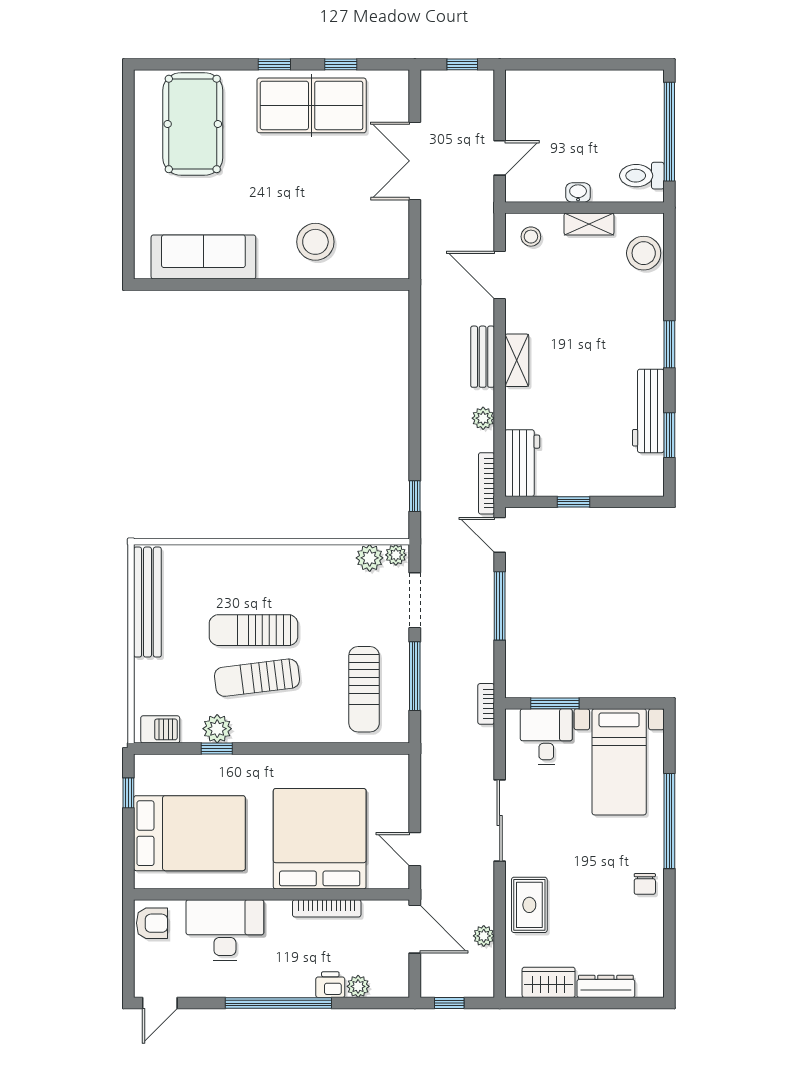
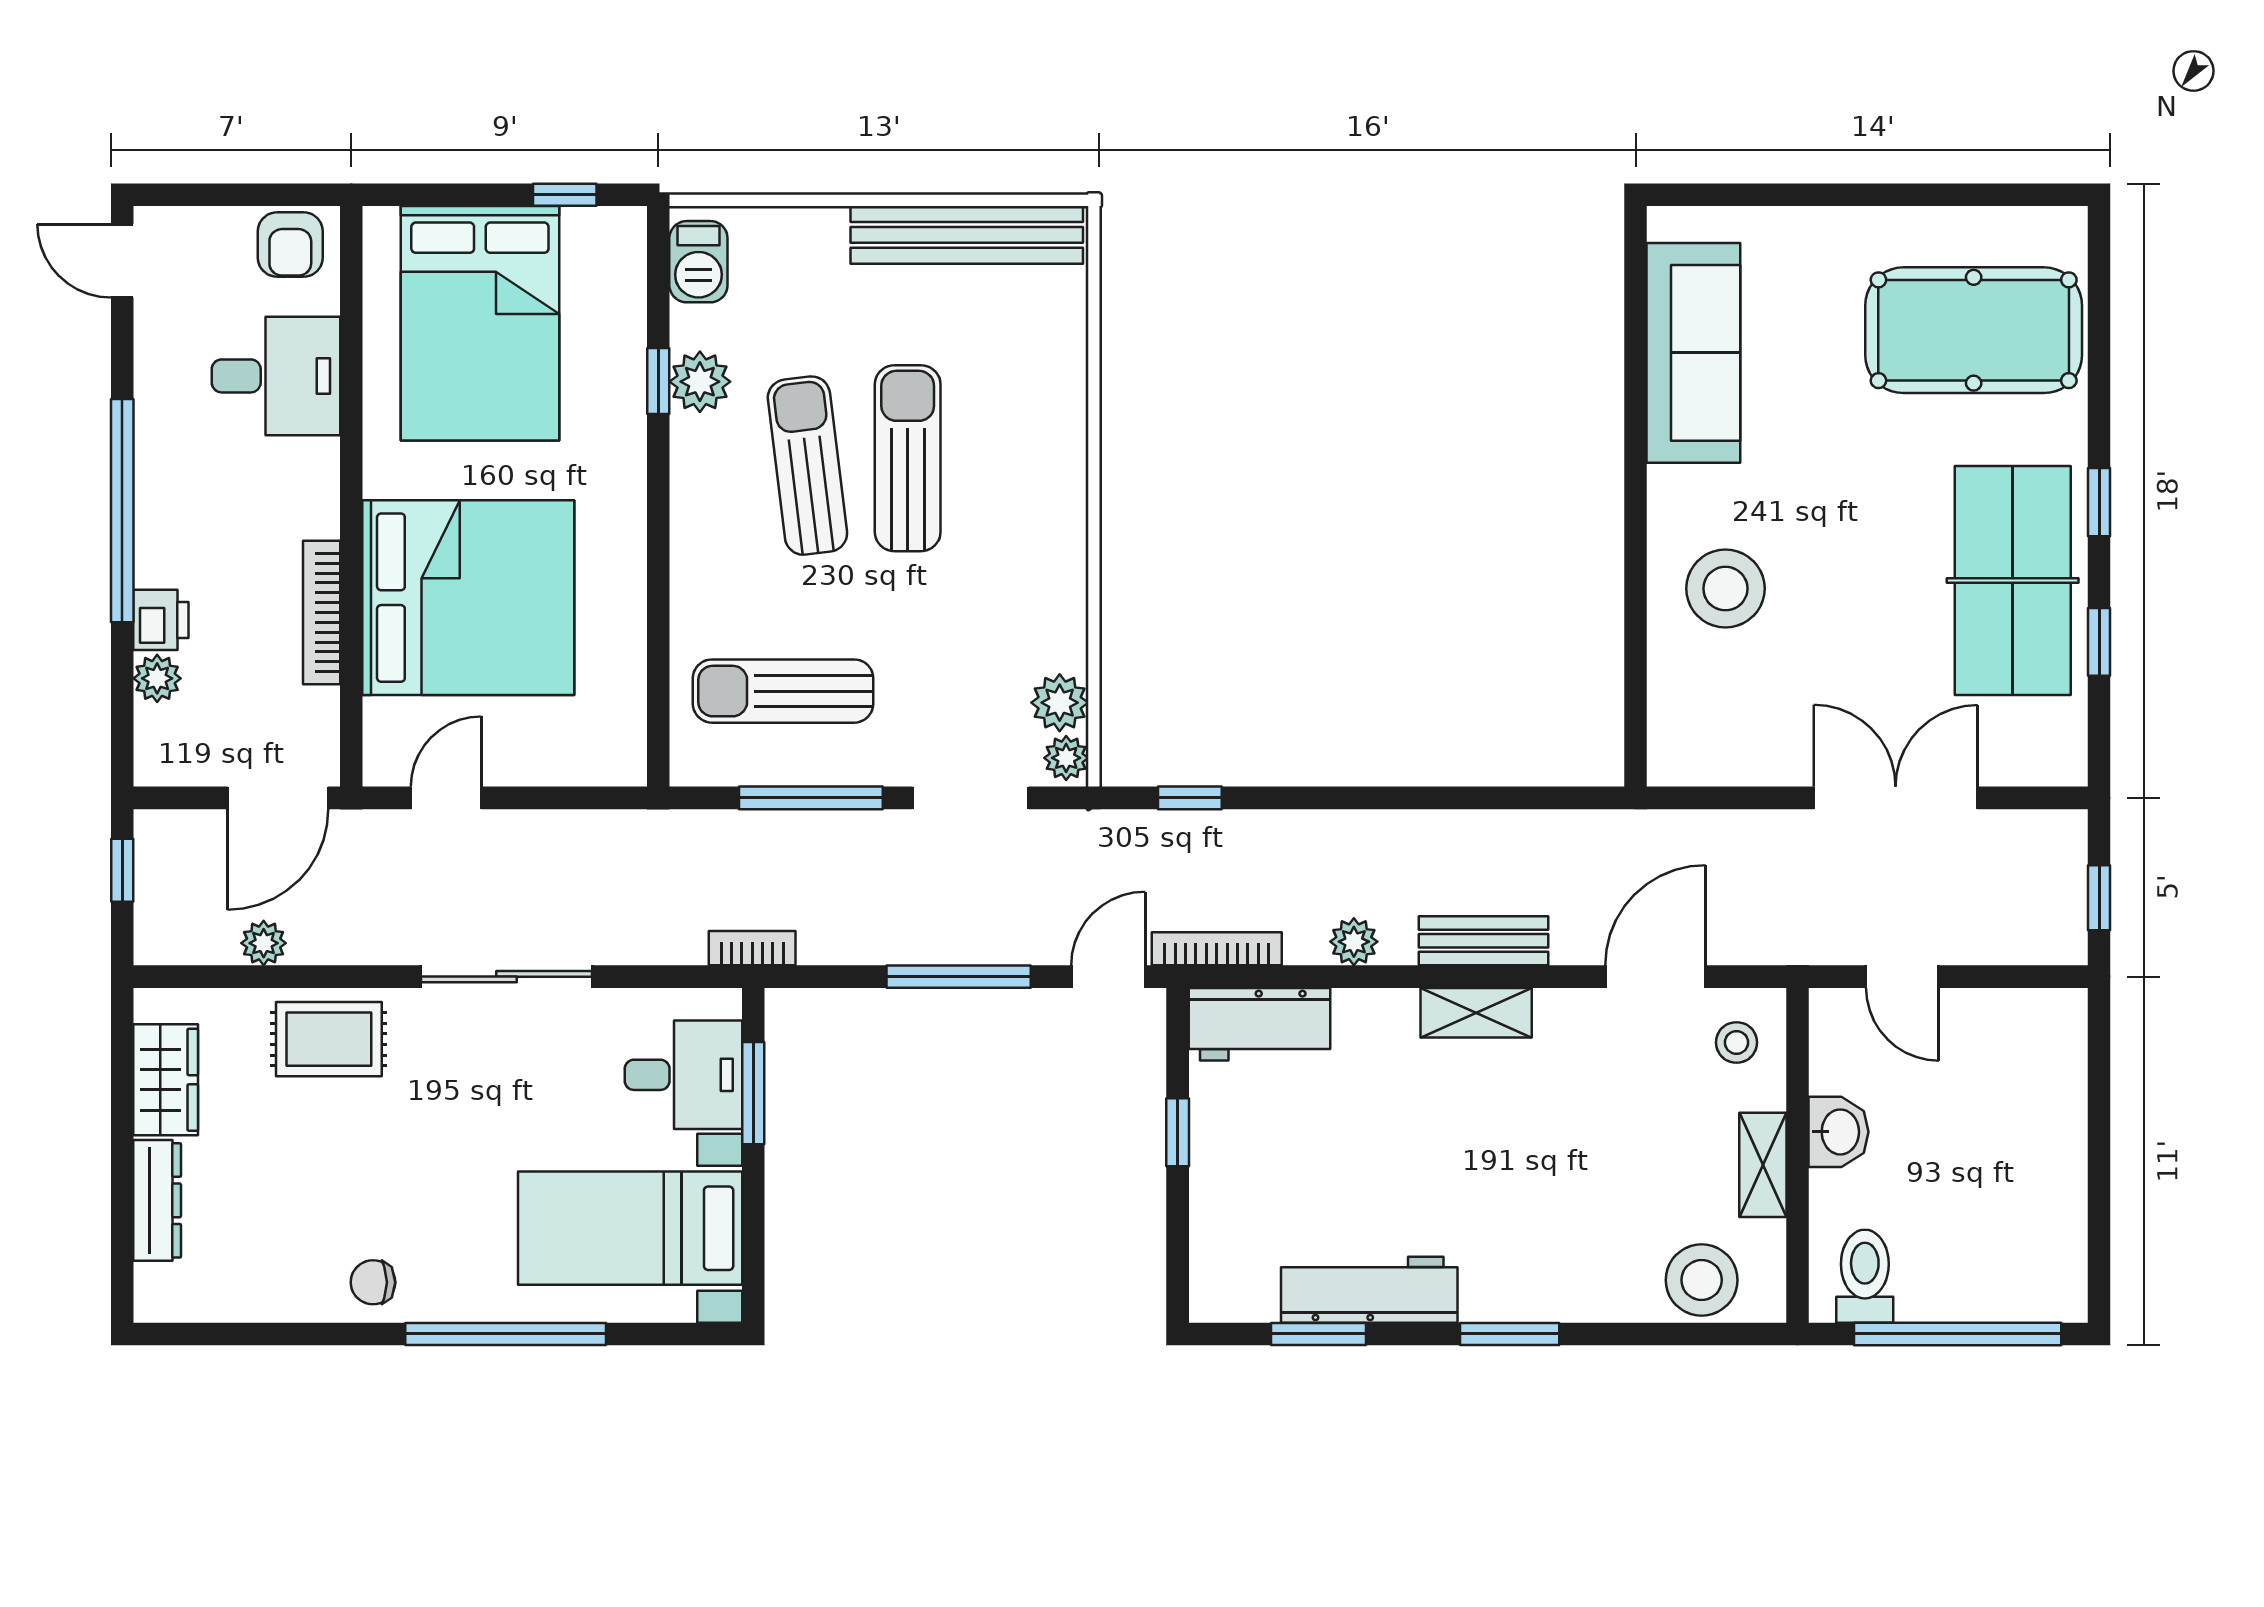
washbasin: (578, 193) -> (1839, 1132), width x1.38, depth x1.45
desk: (225, 930) -> (276, 376), width x0.73

